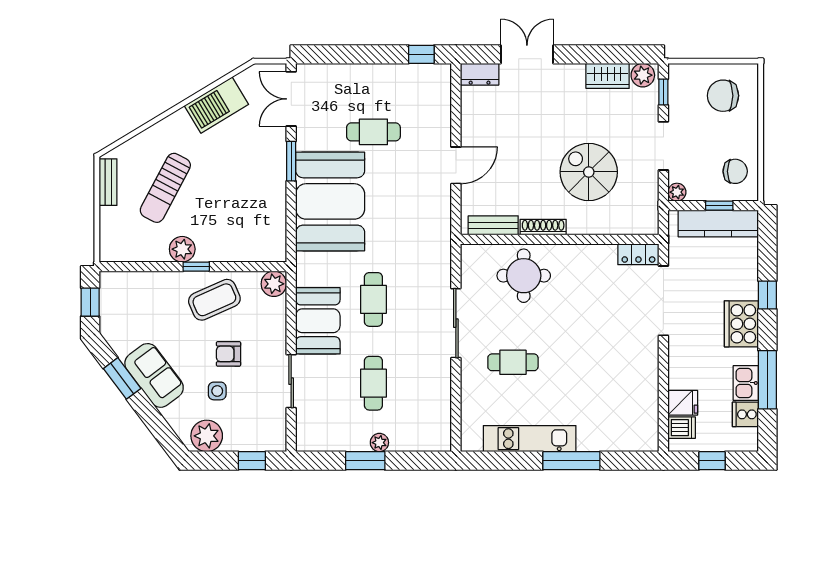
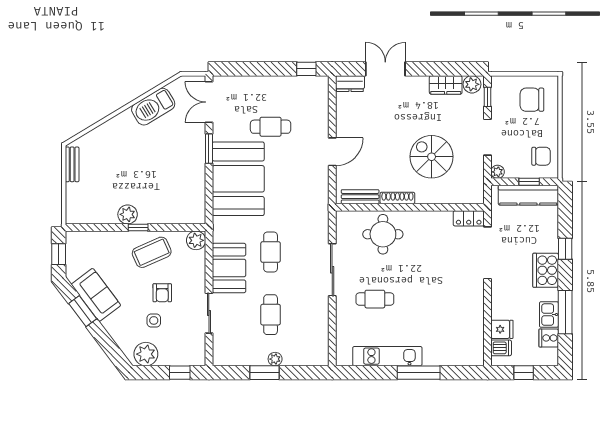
sun lounger: (165, 188) -> (115, 169), removed
armchair: (228, 354) -> (162, 293), turned -90
sofa: (154, 375) -> (96, 295), moved

